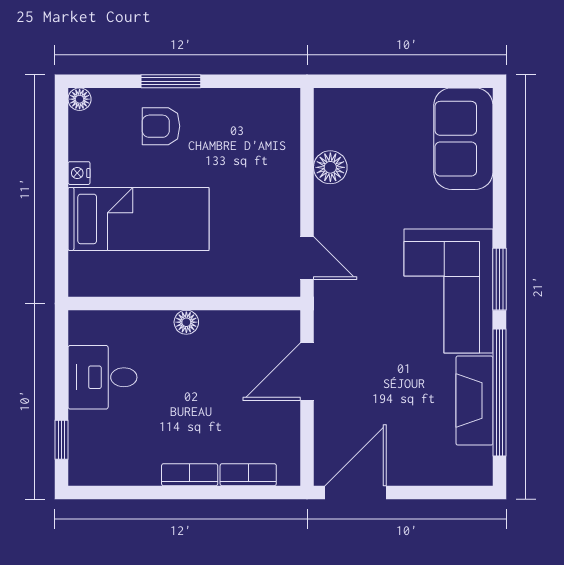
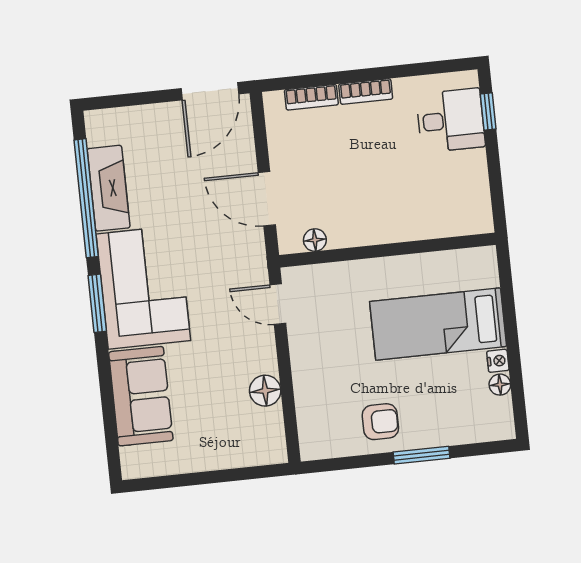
floor lamp: (80, 99) -> (500, 385), moved
armchair: (161, 126) -> (380, 422), moved
sofa: (463, 139) -> (141, 396), moved
floor lamp: (186, 322) -> (315, 240), moved
door: (307, 372) -> (267, 199), swing flipped
desk: (103, 377) -> (451, 120), moved

